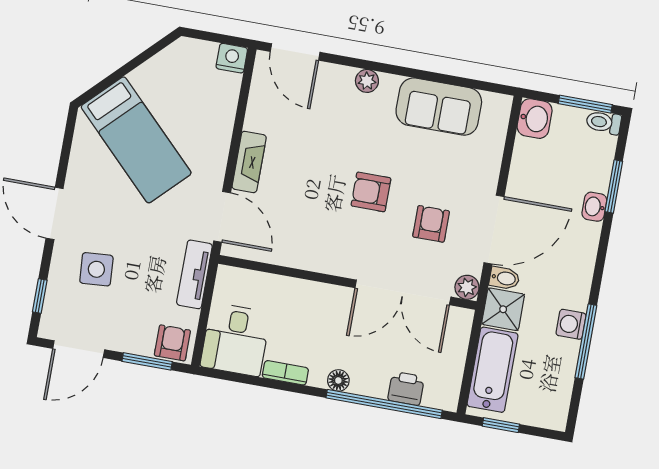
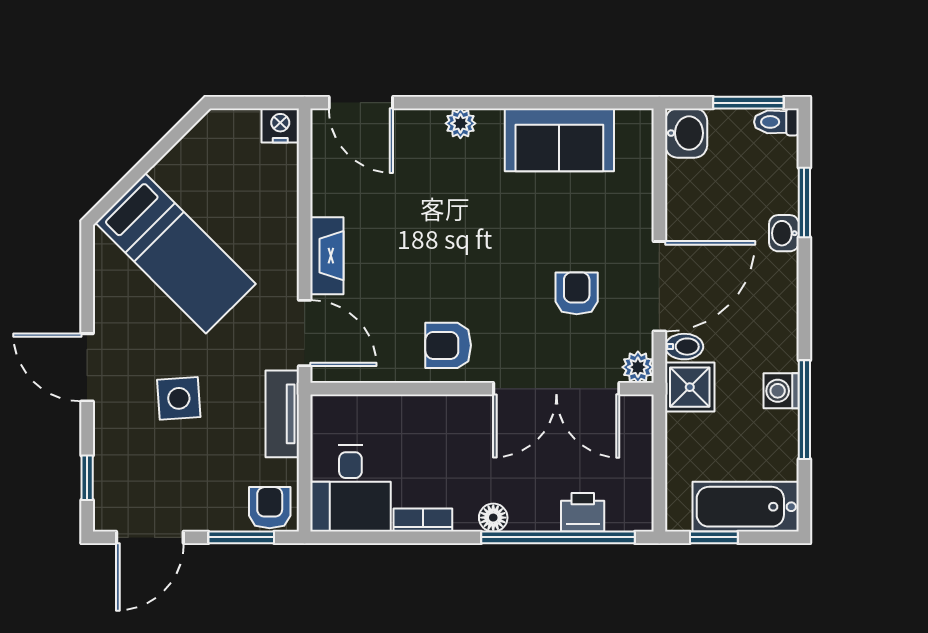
armchair: (371, 192) -> (448, 345), moved
side table: (96, 269) -> (179, 398), moved
bathtub: (493, 370) -> (746, 507), moved, turned -90

